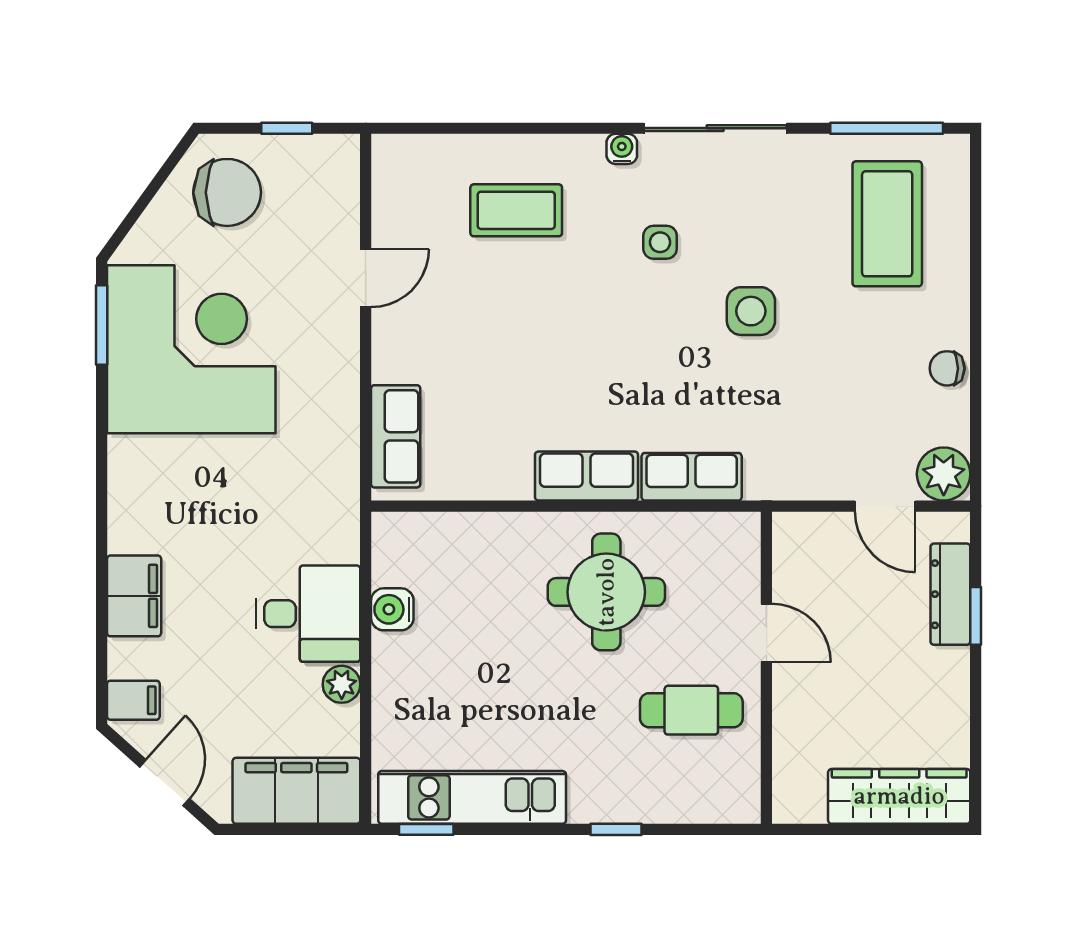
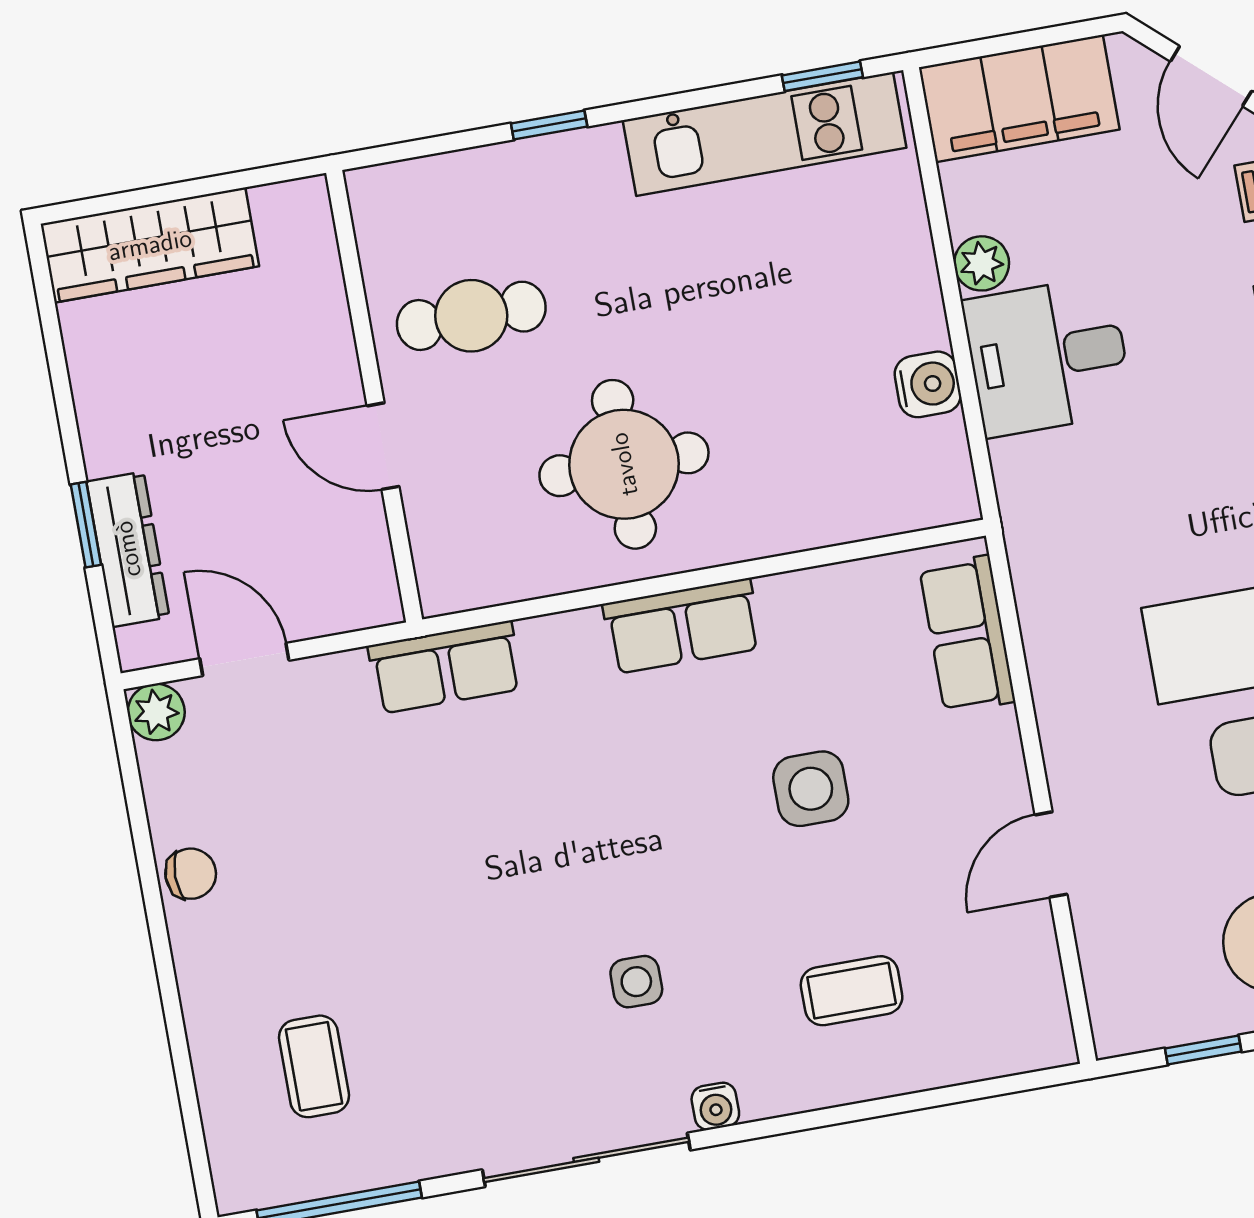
coffee table: (516, 210) -> (852, 991), width x0.73, depth x0.77
coffee table: (887, 224) -> (314, 1066), width x0.54, depth x0.58
side table: (751, 311) -> (811, 789), moved
plant: (944, 474) -> (156, 712), width x0.73, depth x0.73
row of seats: (692, 477) -> (445, 667), moved

